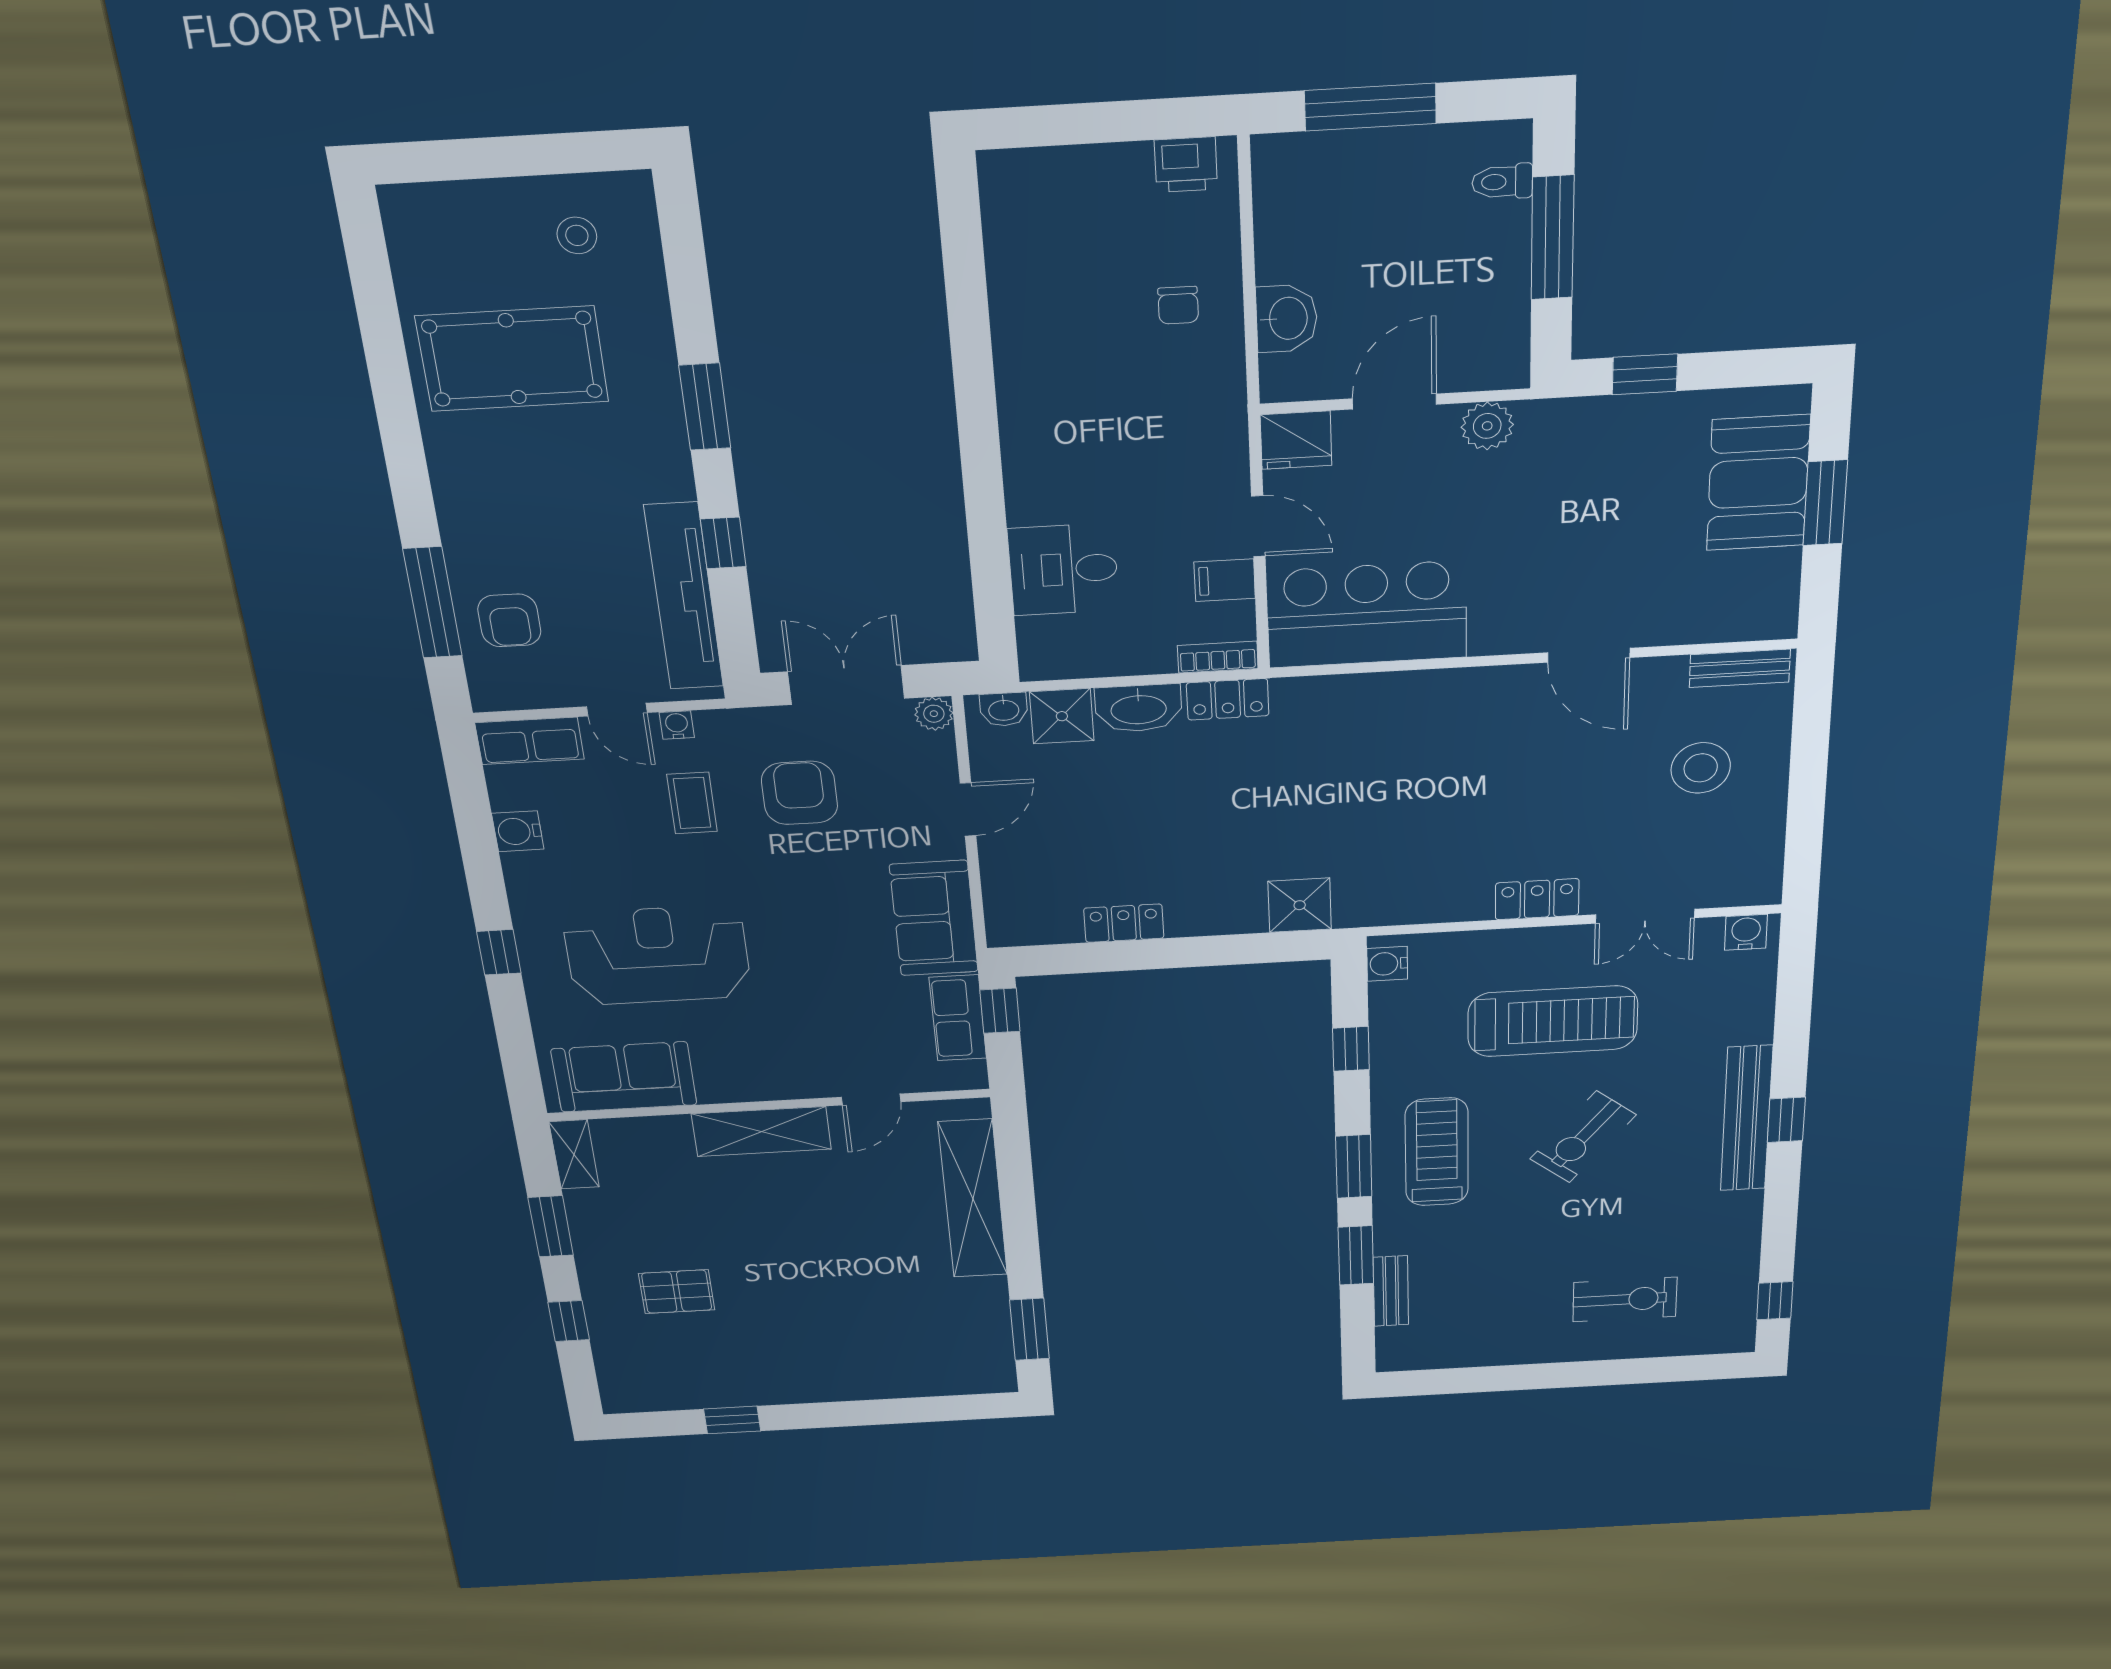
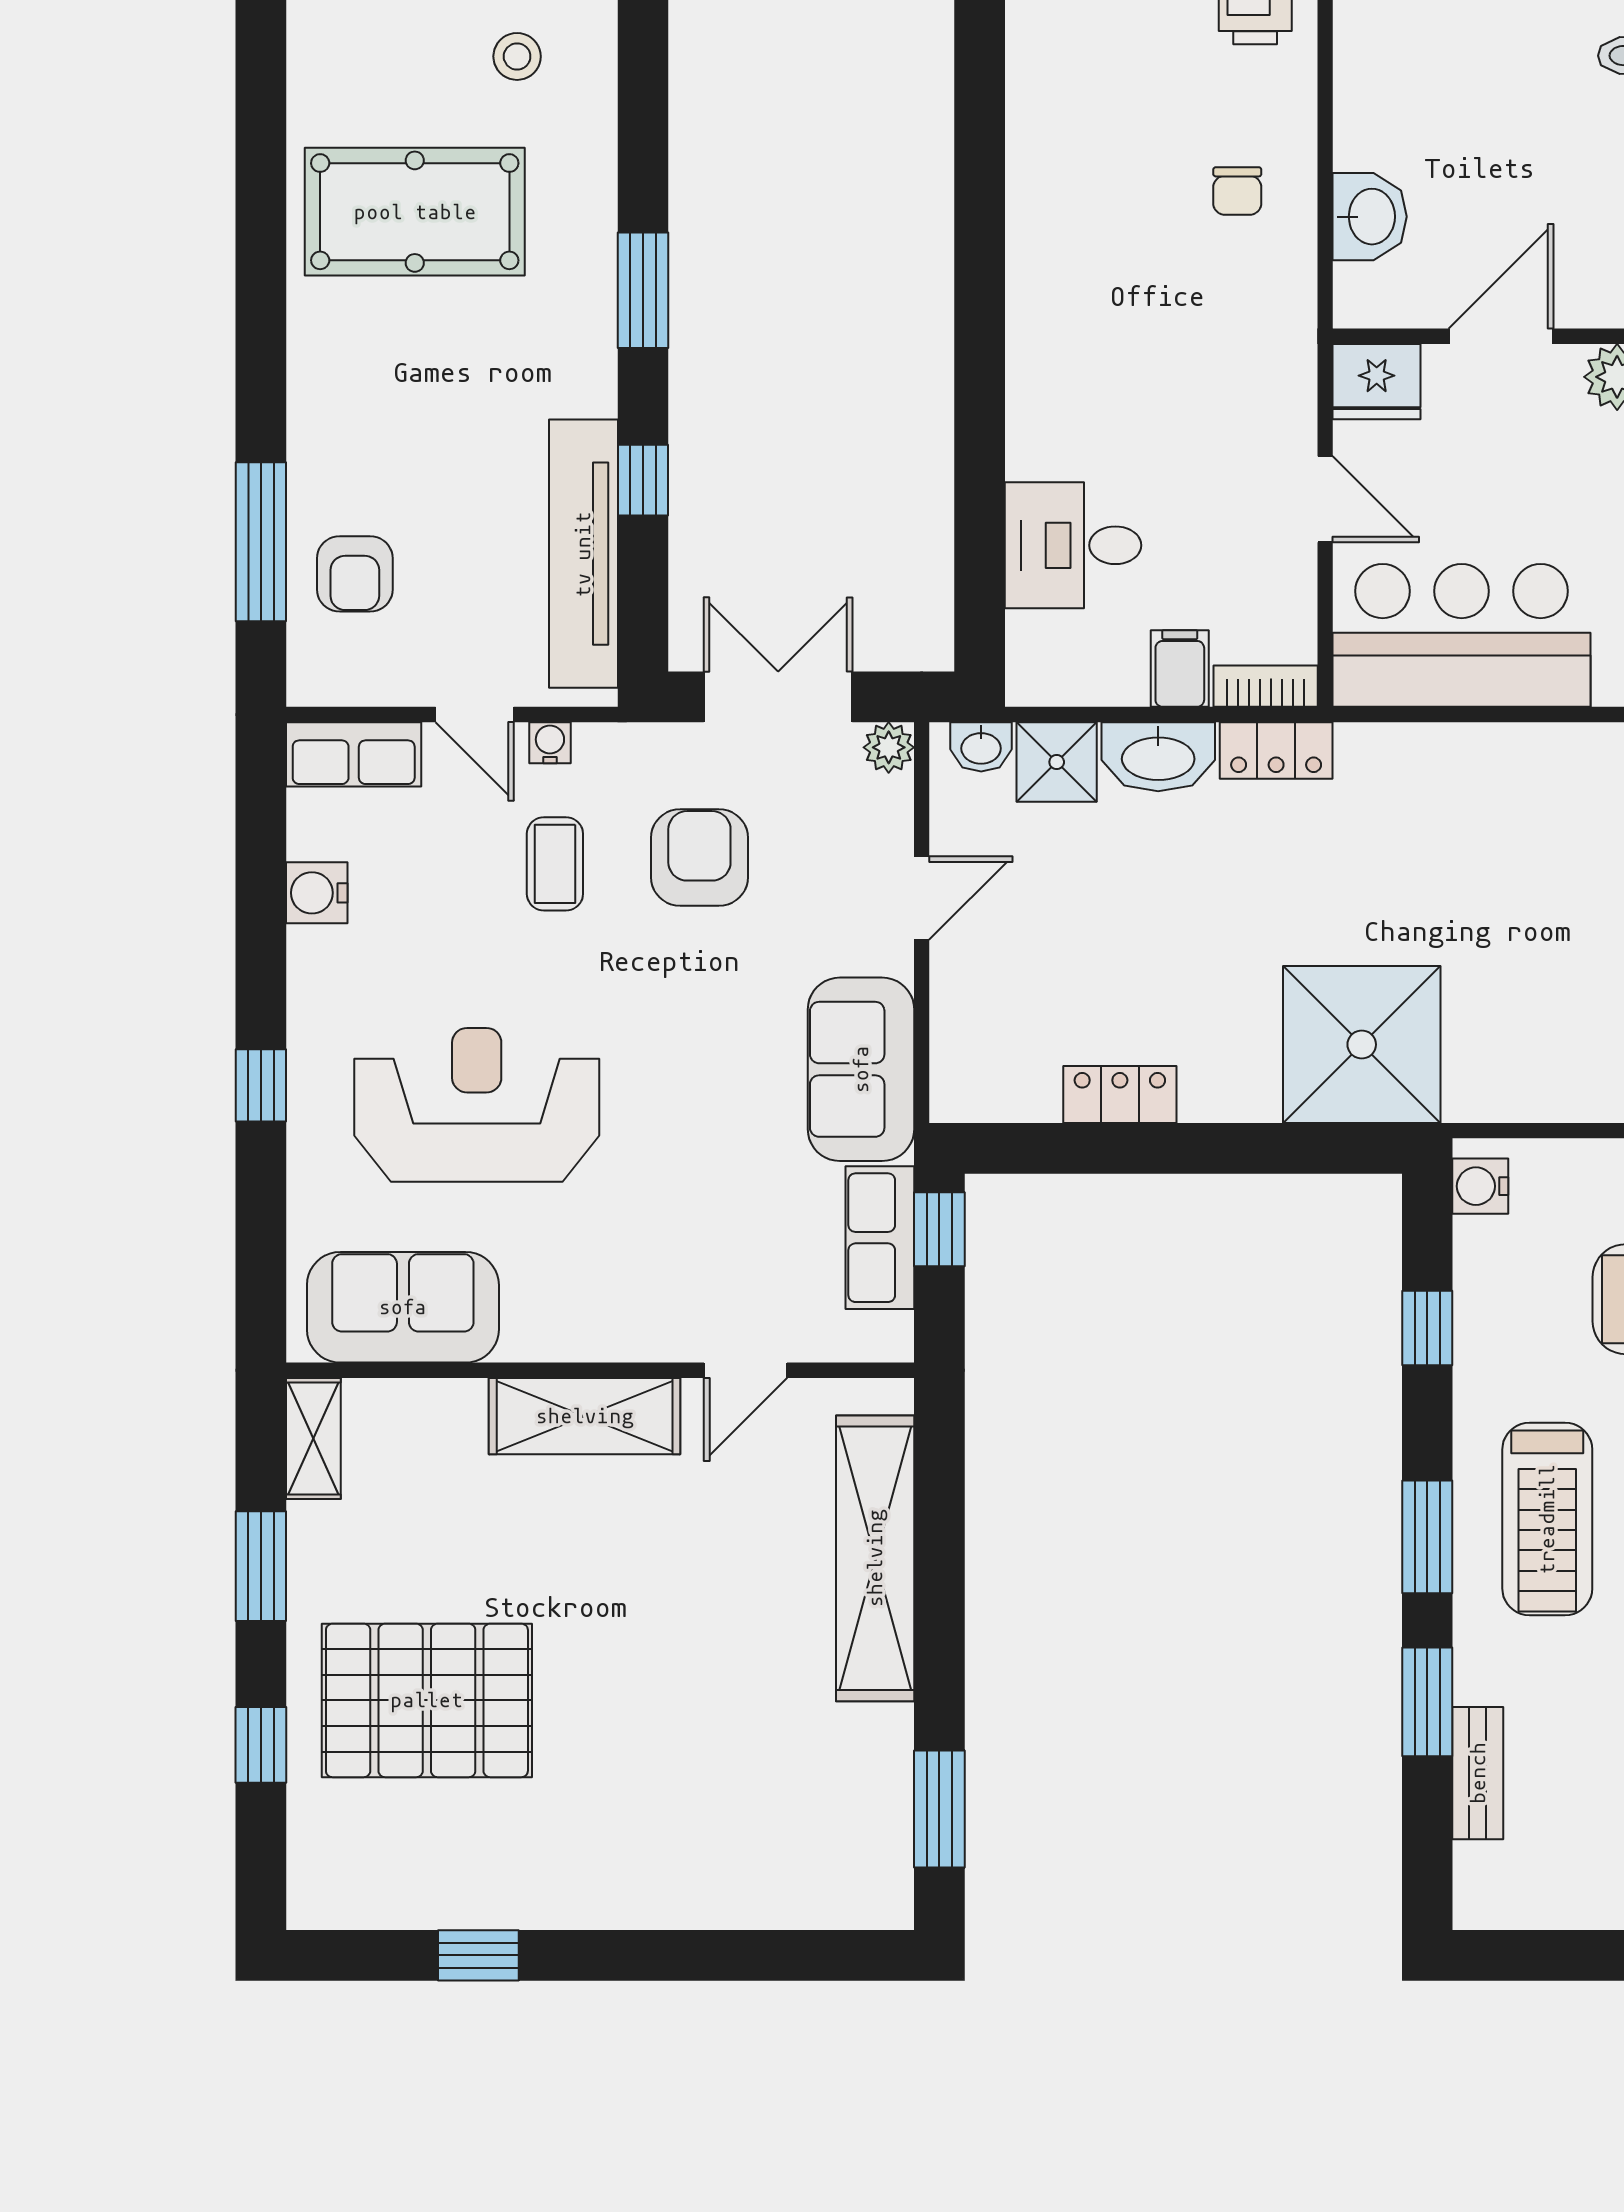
filing cabinet: (1225, 580) -> (1180, 669), moved, turned 90
shower: (1300, 905) -> (1362, 1045), width x1.86, depth x1.86
treadmill: (1437, 1152) -> (1547, 1519), turned 180
pallet: (677, 1292) -> (427, 1700), width x2.05, depth x2.00

